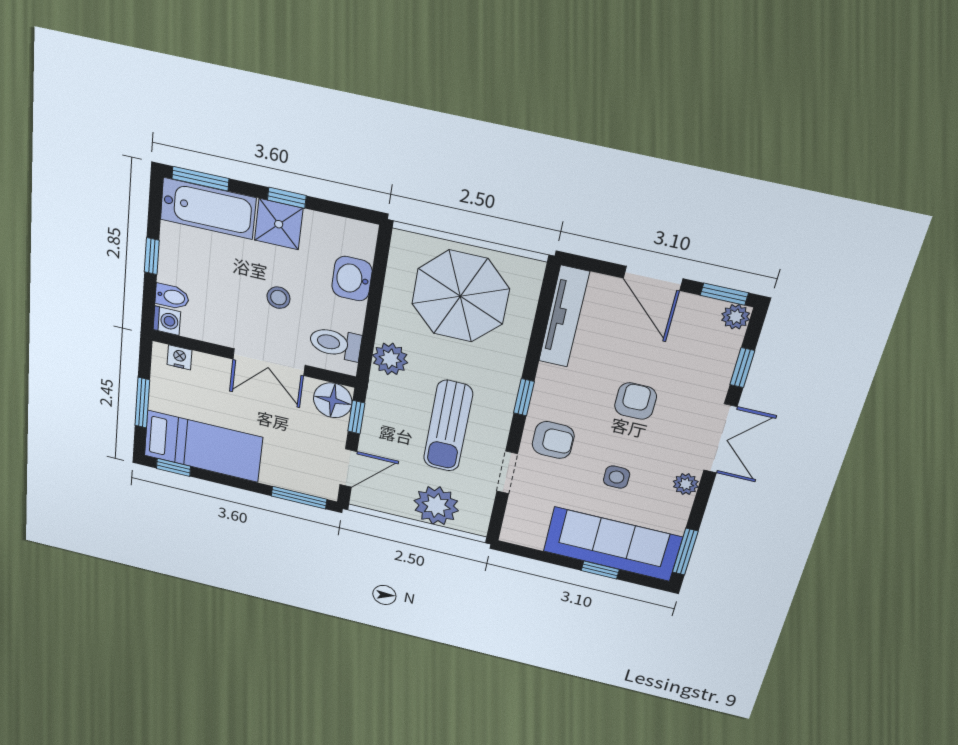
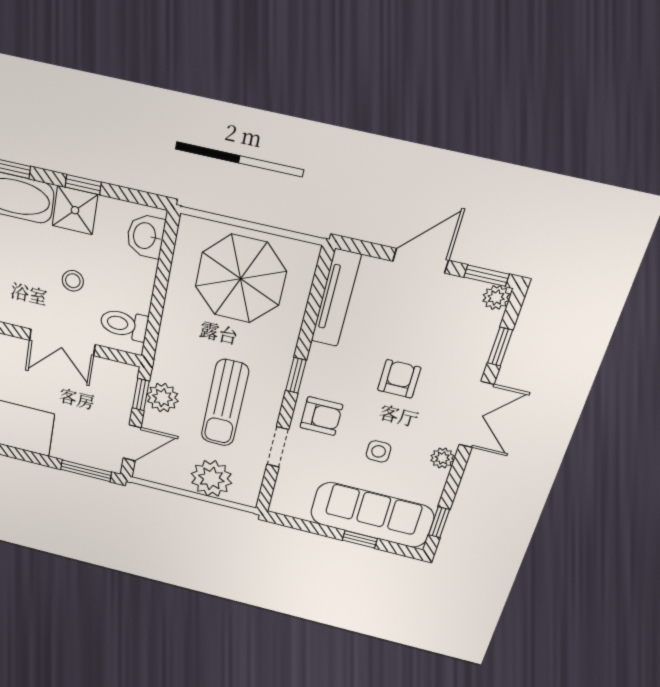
door: (653, 278) -> (421, 261), swing flipped
washbasin: (352, 279) -> (145, 236), moved
plant: (390, 359) -> (163, 398), moved
floor lamp: (333, 400) -> (120, 379), removed
window: (685, 552) -> (439, 522), width x0.67

